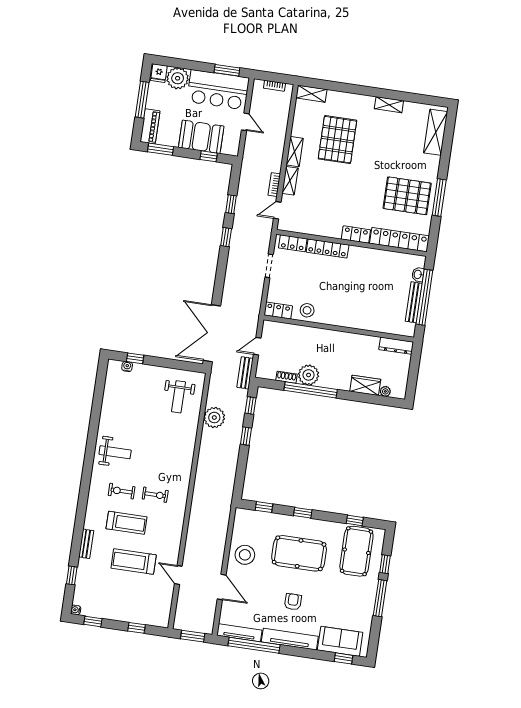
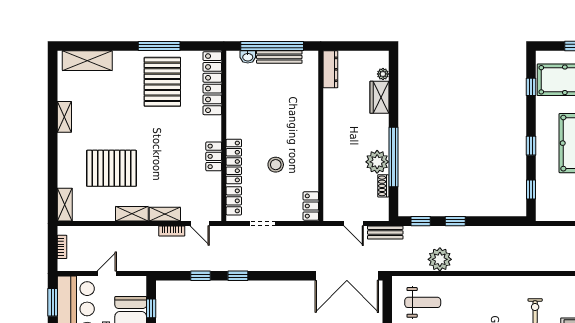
locker: (356, 235) -> (214, 156), moved
stool: (307, 310) -> (276, 165), moved

